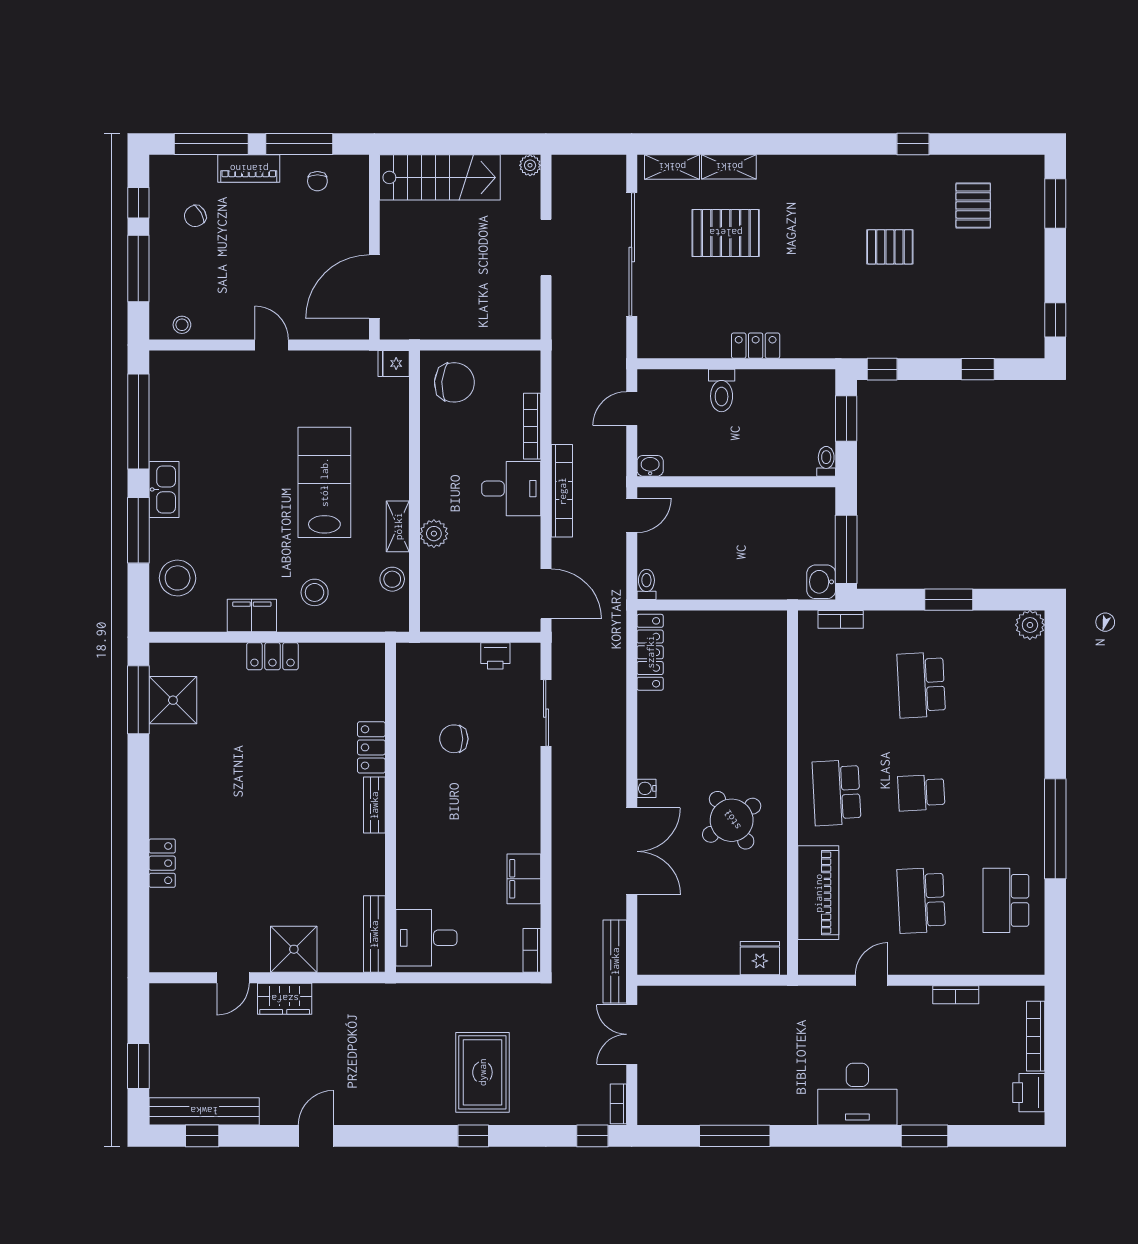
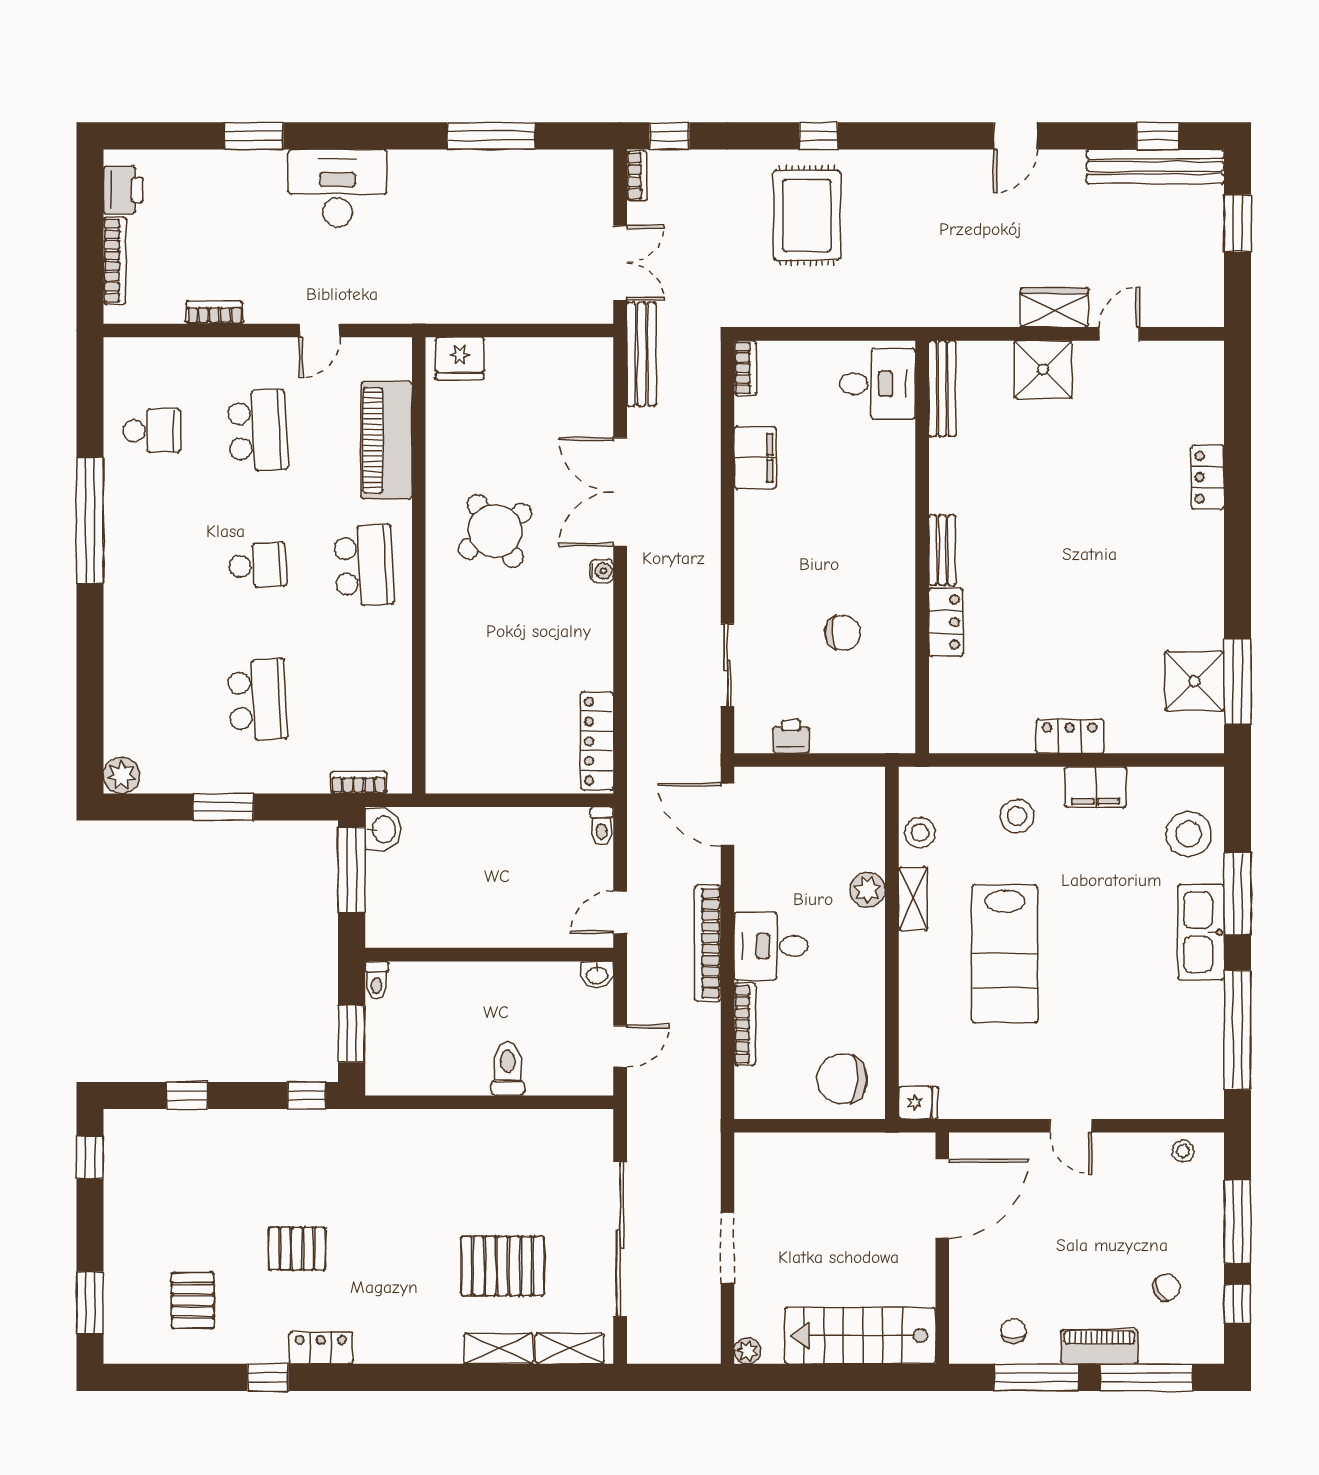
locker: (756, 346) -> (321, 1348), moved, turned 180
kitchen sink: (164, 489) -> (1201, 932), width x1.36, depth x1.24
school desk: (1006, 900) -> (152, 431), width x0.54

